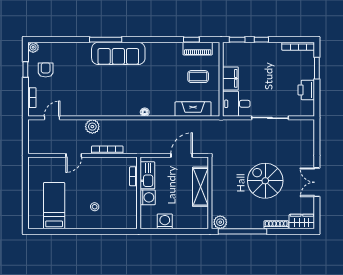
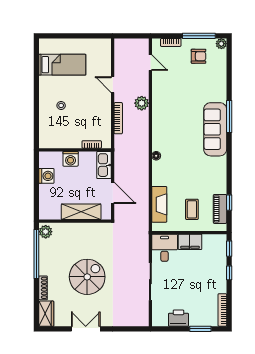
window: (25, 70) -> (199, 36), width x2.17
kitchen sink: (147, 175) -> (104, 165), moved, turned 90

